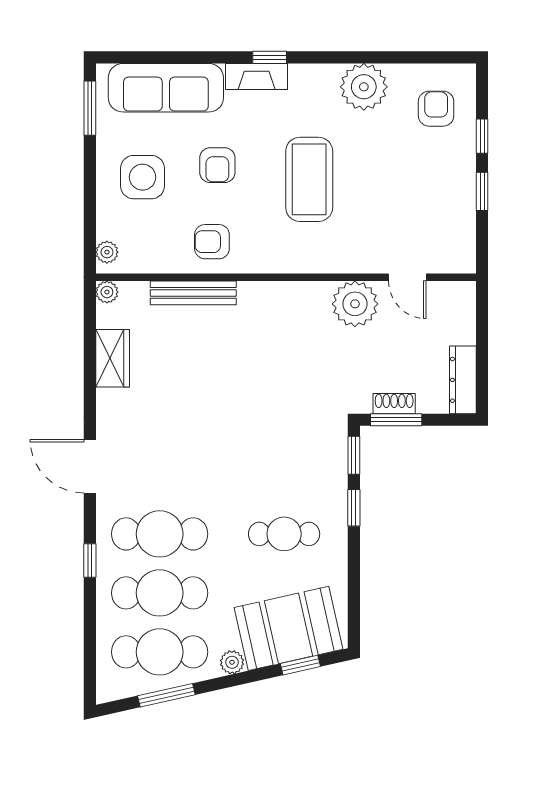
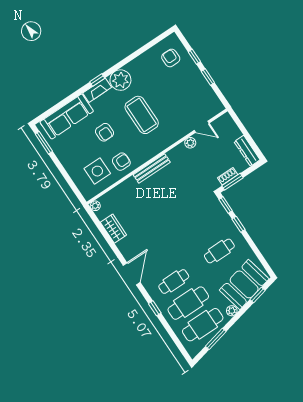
plant: (364, 87) -> (120, 80), moved
side table: (143, 177) -> (97, 171), moved
armchair: (212, 242) -> (121, 162), turned 180
plant: (107, 252) -> (85, 191), removed
bench: (193, 293) -> (152, 168), moved
plant: (355, 304) -> (190, 143), width x0.53, depth x0.53
door: (90, 466) -> (132, 274), swing flipped
cafe table: (160, 534) -> (174, 281), width x0.73, depth x0.74

